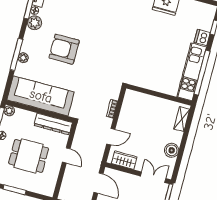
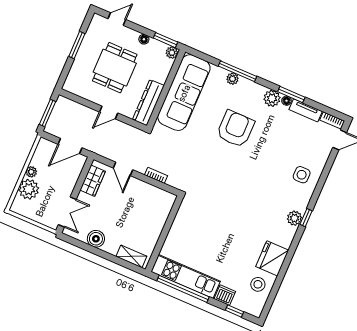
stool: (189, 12) -> (258, 284), added

